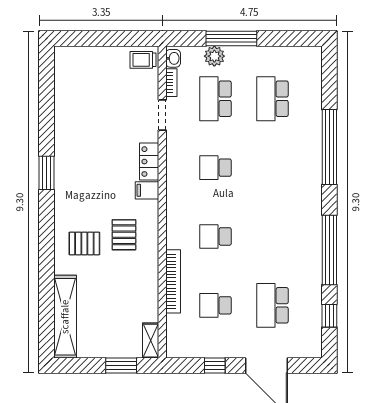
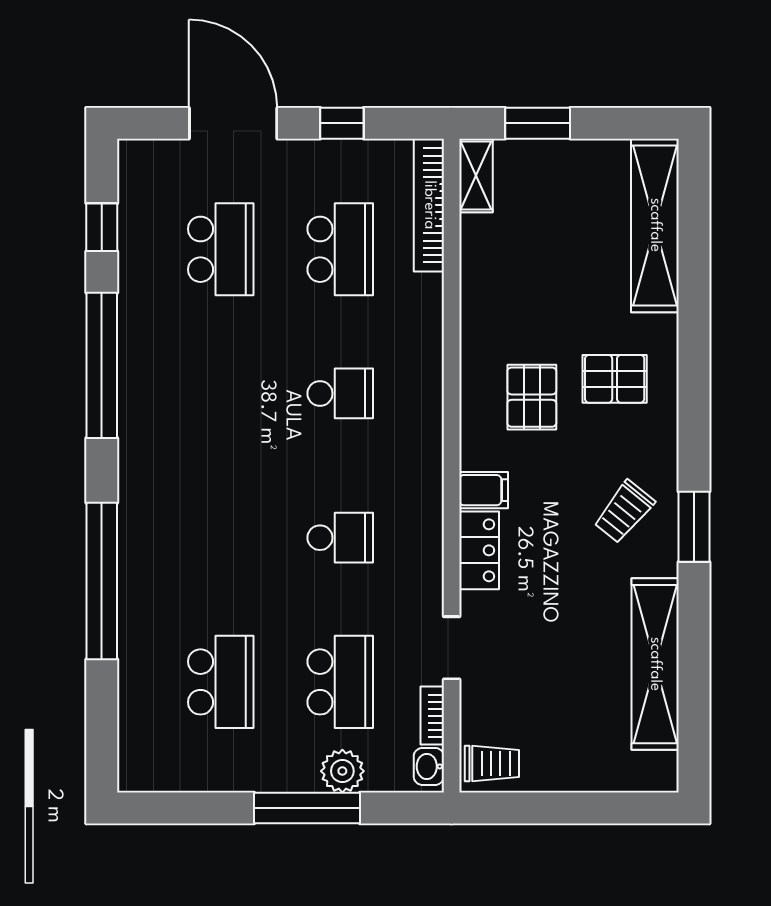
shelving: (65, 107) -> (655, 664), added
trolley: (80, 180) -> (624, 512), added
bookcase: (173, 281) -> (429, 205), moved
school desk: (215, 305) -> (340, 249), width x1.85

